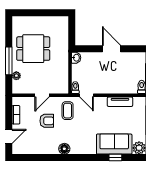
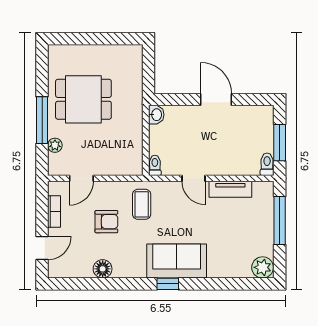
door: (42, 95) -> (81, 178), moved
door: (86, 95) -> (193, 178), moved
sofa: (114, 144) -> (177, 261), moved
floor lamp: (64, 149) -> (103, 269), moved
window: (115, 158) -> (168, 284), moved

